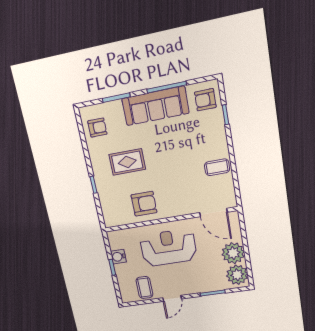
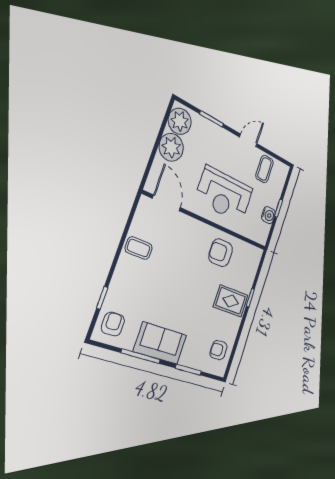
armchair: (205, 100) -> (113, 324), turned -90
sofa: (155, 106) -> (160, 343), width x0.73
rug: (127, 162) -> (231, 301), moved

